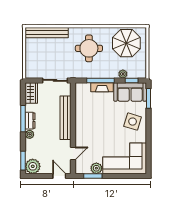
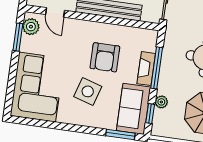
armchair: (98, 116) -> (105, 57), added
side table: (133, 122) -> (88, 91), moved
plant: (96, 168) -> (31, 27), moved

